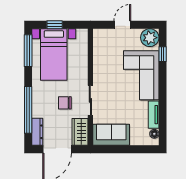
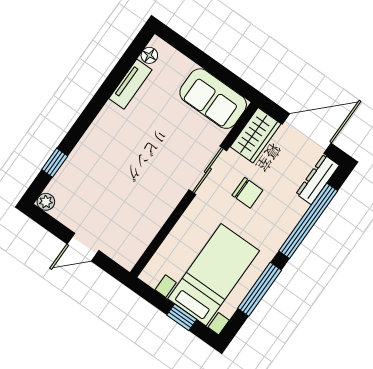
plant: (150, 38) -> (46, 202), width x0.53, depth x0.53
window: (28, 51) -> (260, 289), moved
corner sofa: (141, 75) -> (108, 154), removed

